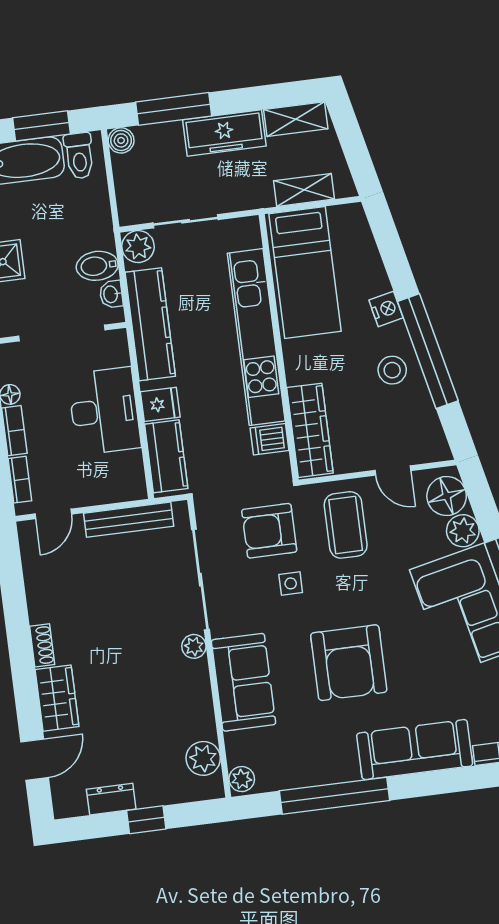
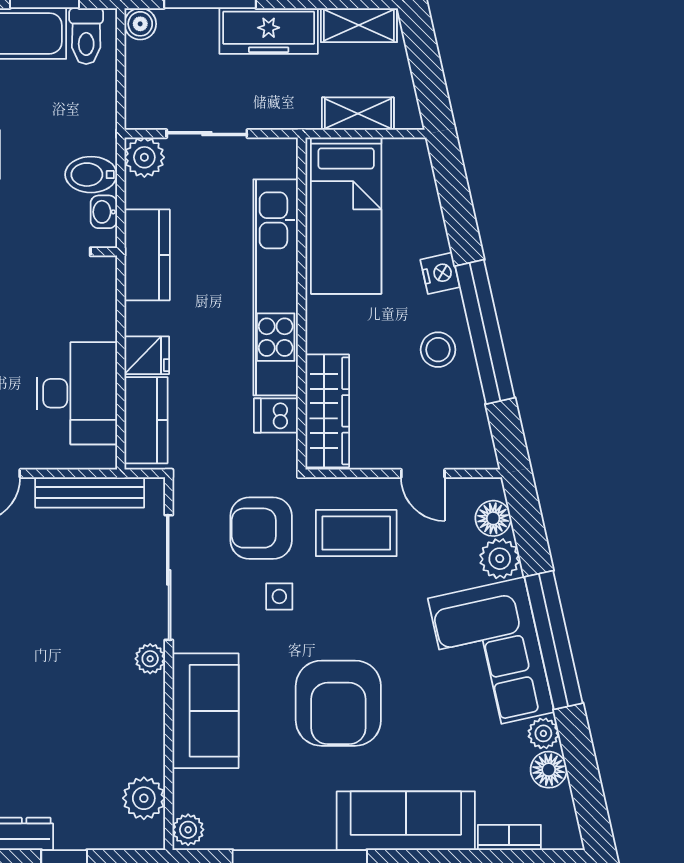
kitchen counter: (150, 324) -> (147, 255), width x0.67
desk: (104, 411) -> (77, 393), moved
floor lamp: (447, 496) -> (493, 518), width x0.73, depth x0.73
coffee table: (346, 525) -> (356, 533), turned 90

